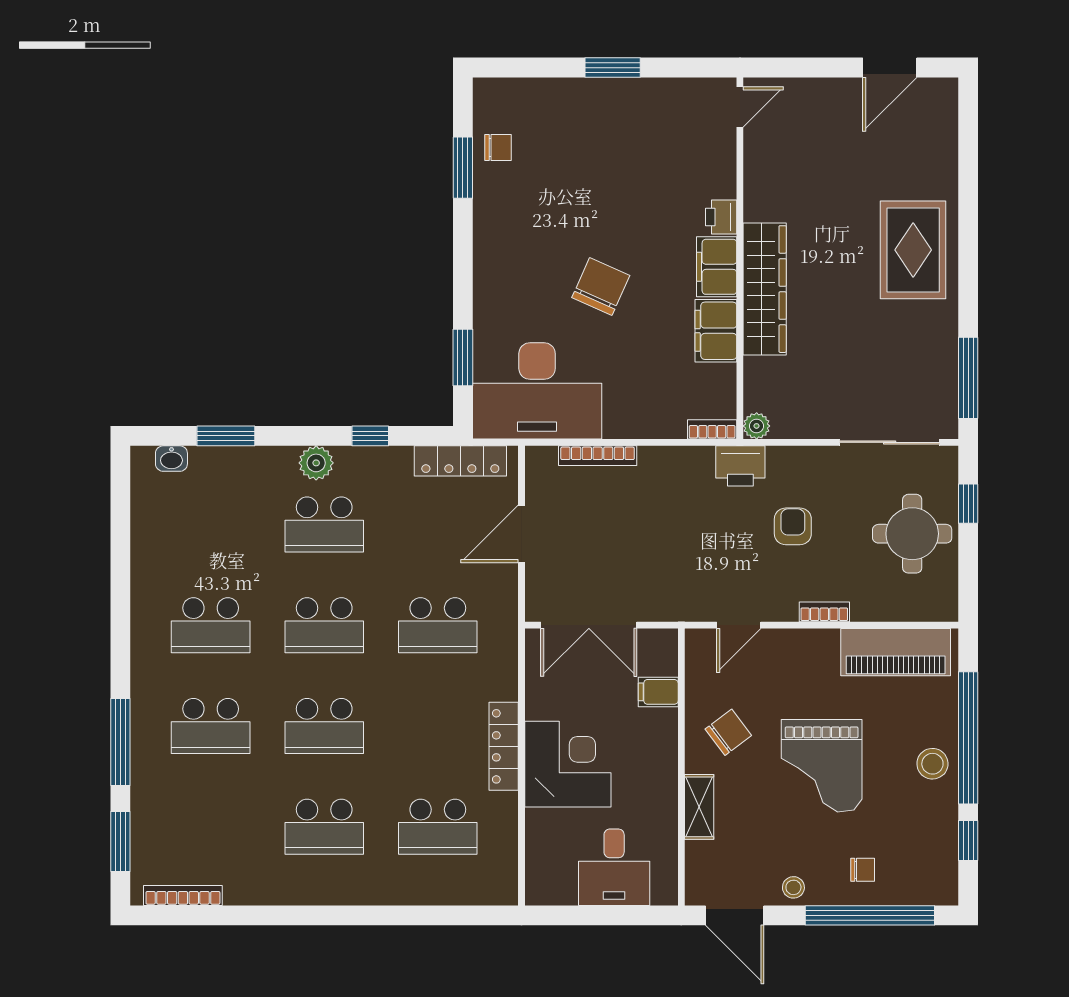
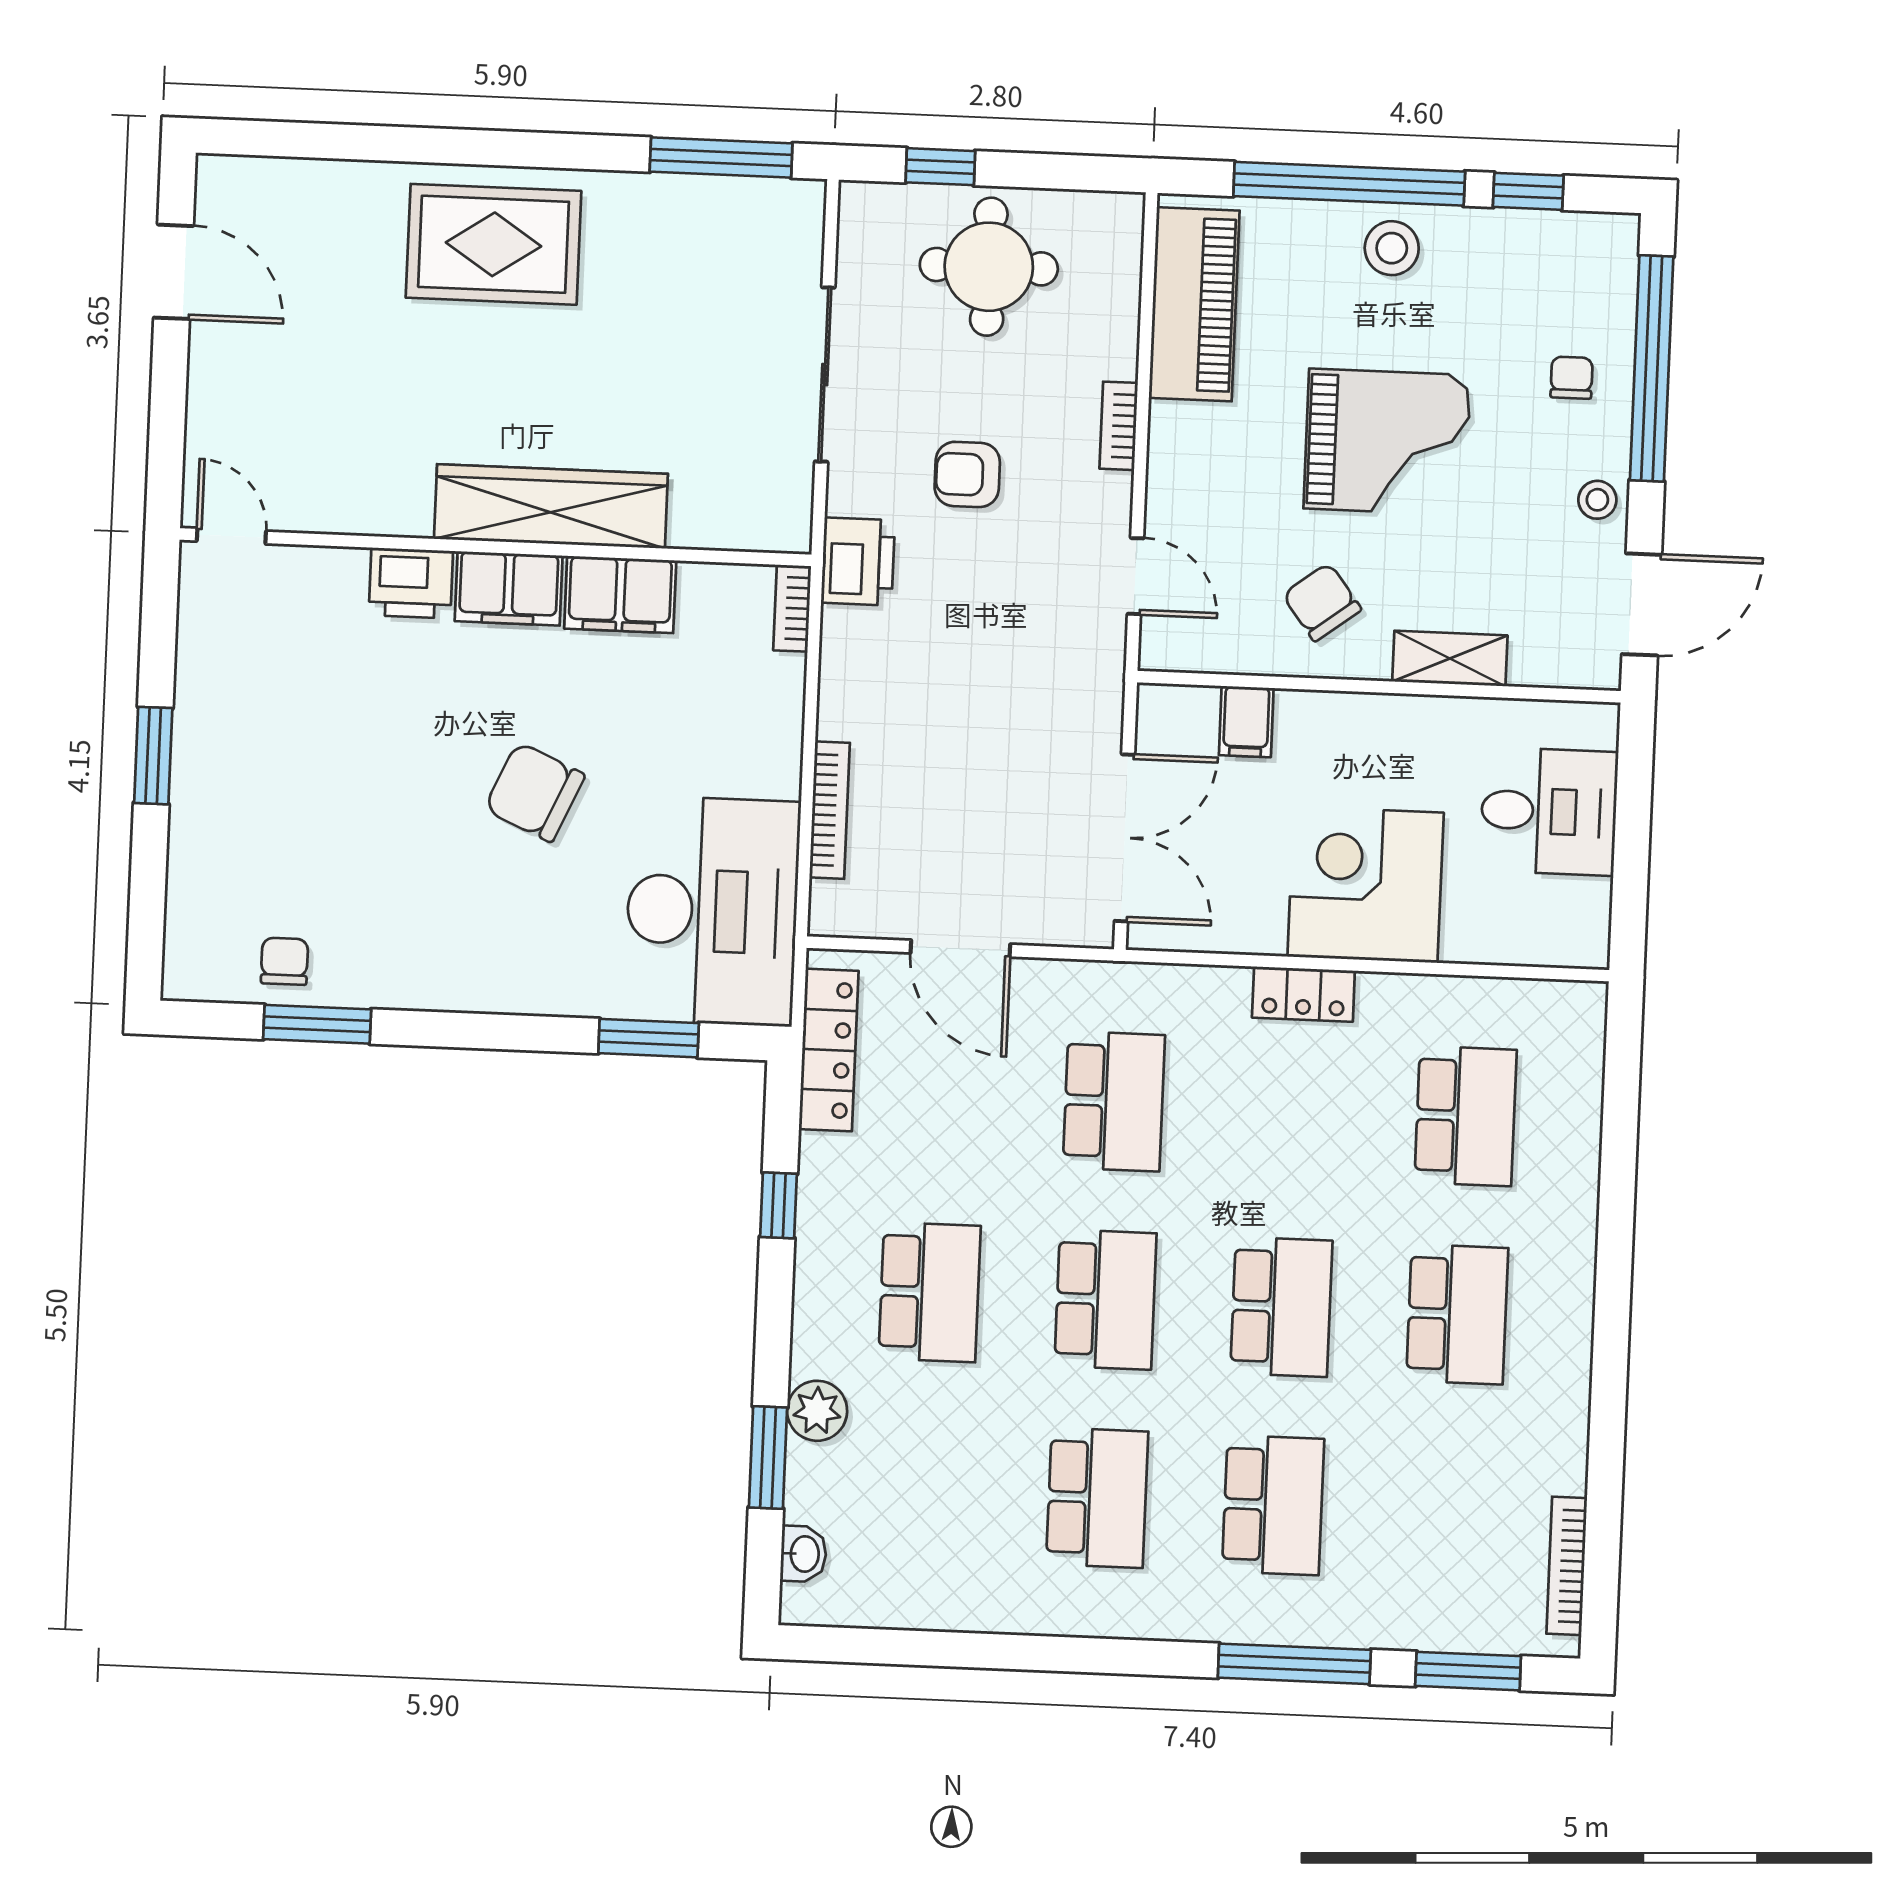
printer: (721, 217) -> (411, 583), width x1.36, depth x1.24
plant: (757, 426) -> (789, 531), removed
sliding door: (890, 442) -> (825, 375), moved
plant: (316, 463) -> (817, 1411), moved
locker: (504, 746) -> (1303, 994), width x0.66

